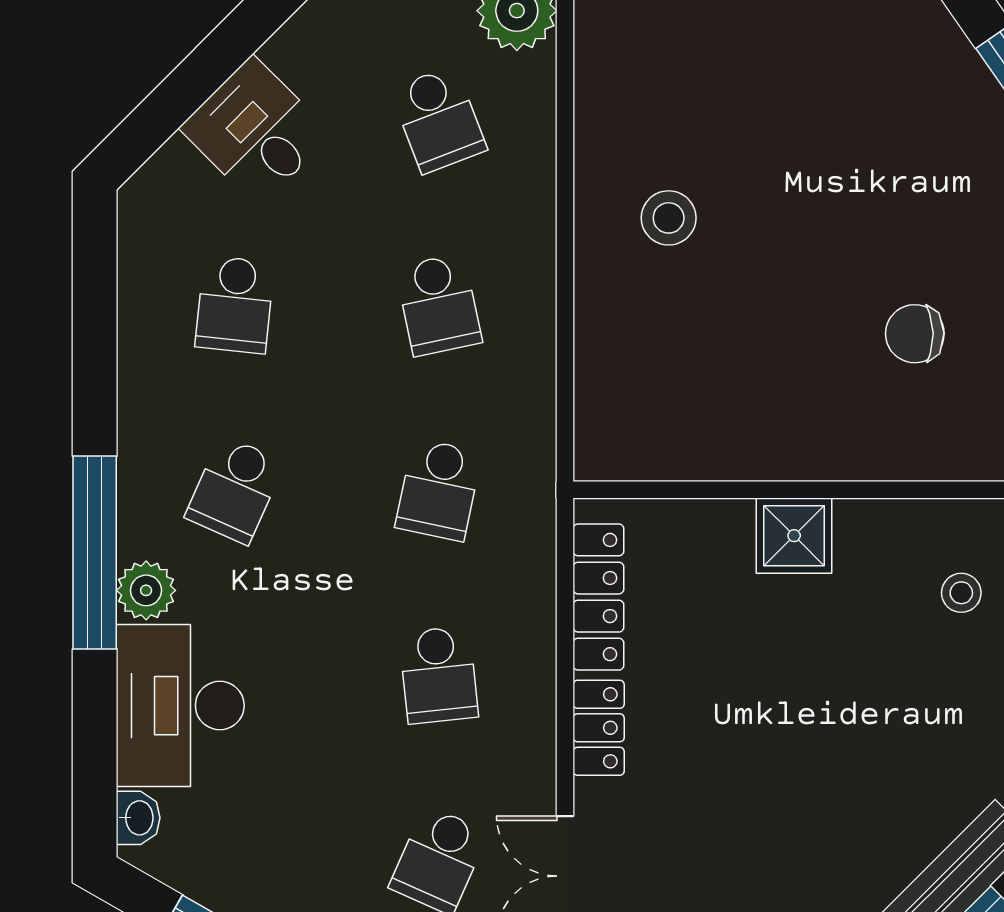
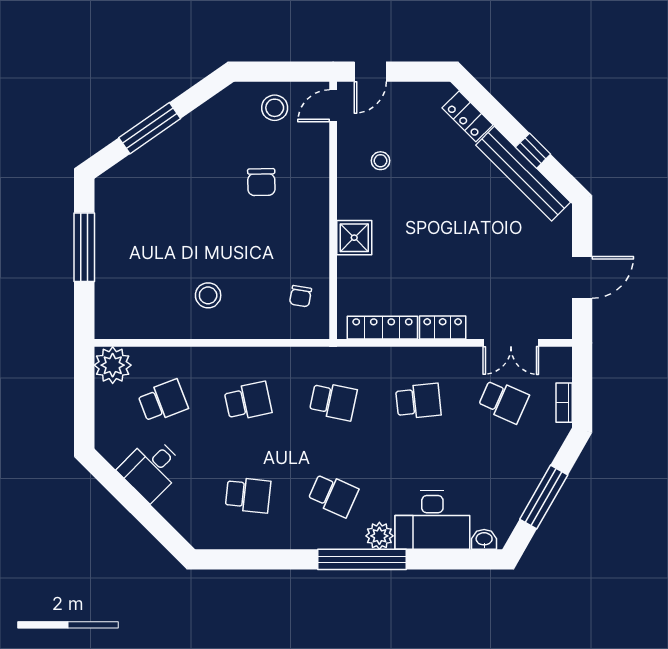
desk: (256, 131) -> (151, 469), moved
chair: (667, 419) -> (301, 296), added

